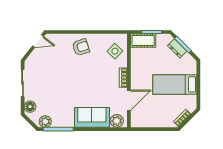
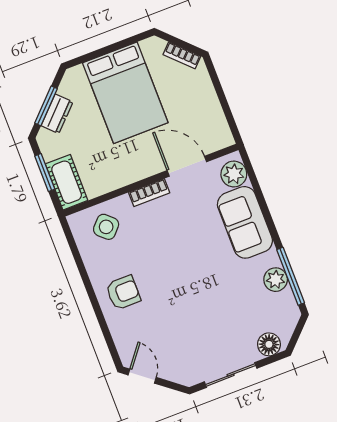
armchair: (81, 47) -> (123, 293), turned 108
bed: (175, 84) -> (125, 93), width x1.50
plant: (45, 121) -> (276, 280), moved

